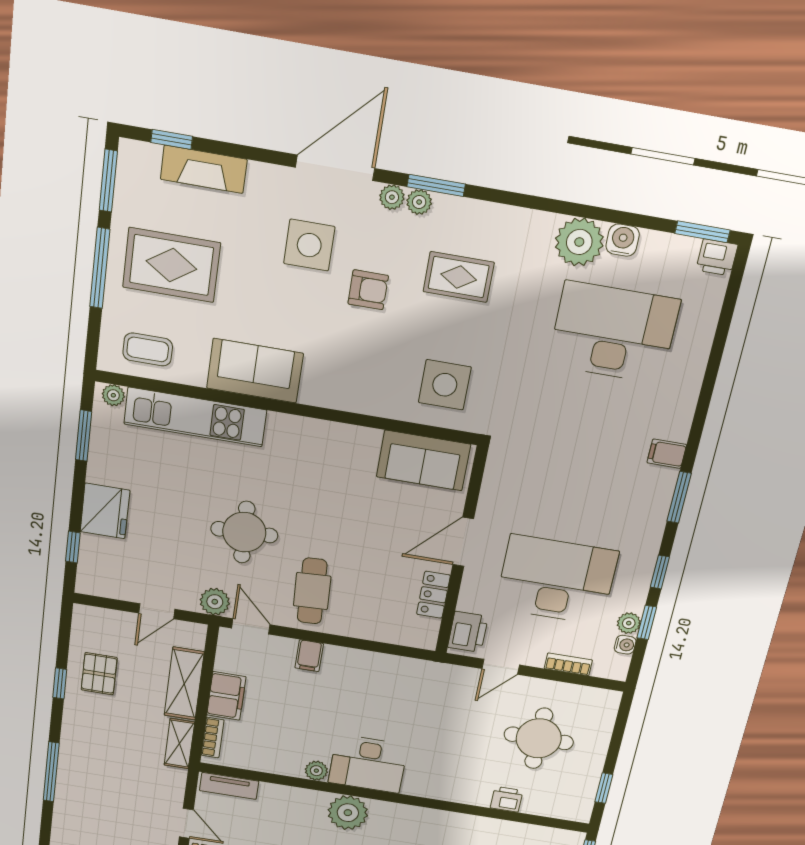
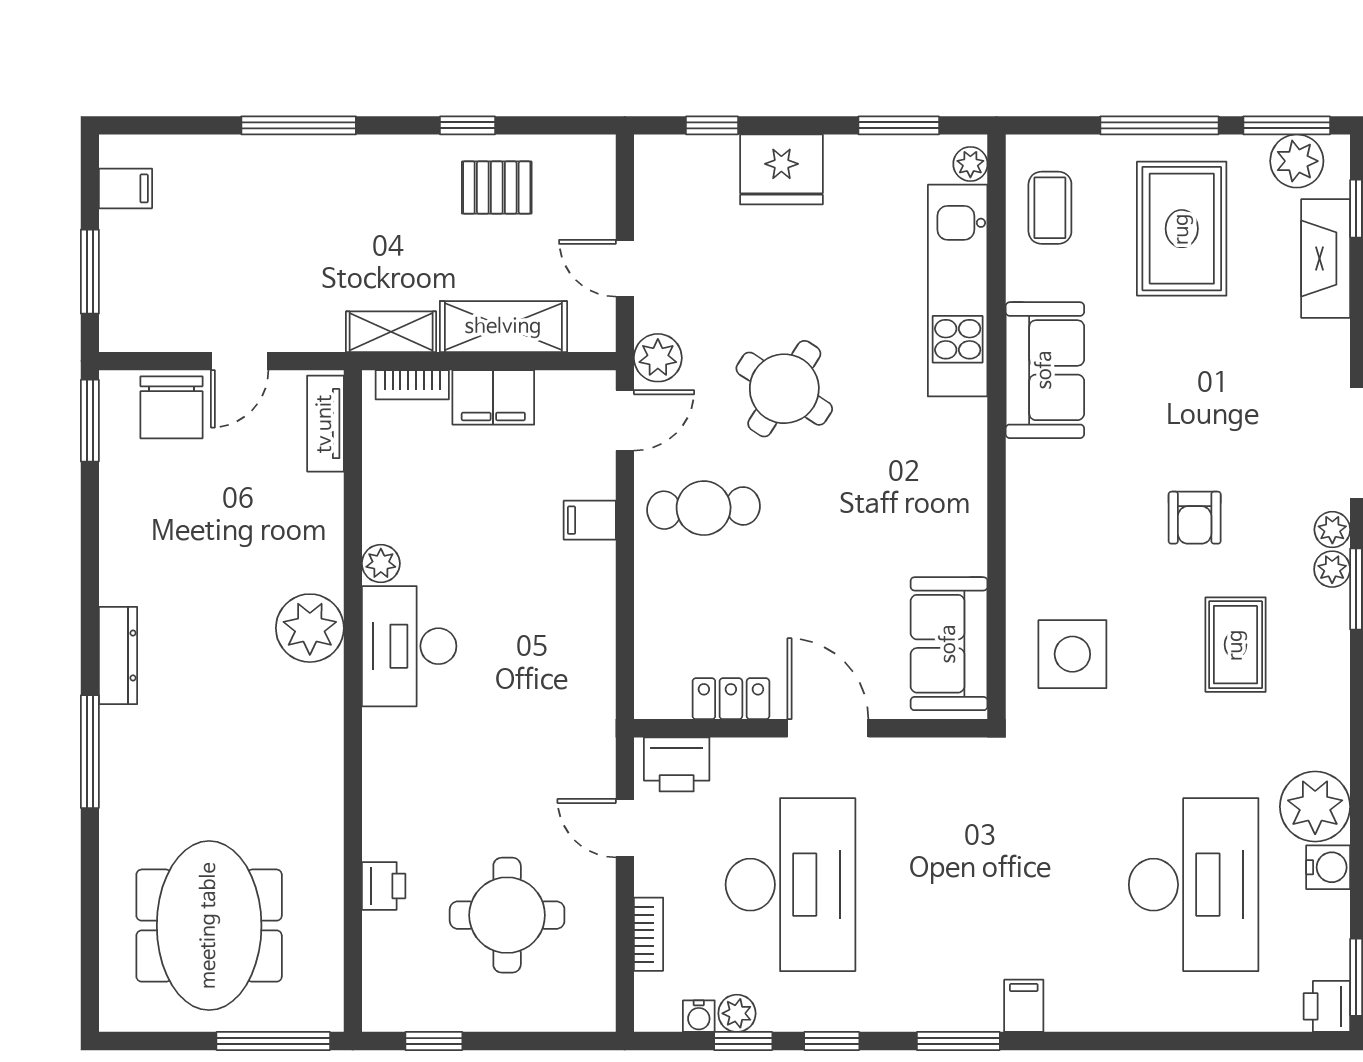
plant: (134, 178) -> (1297, 161), added
side table: (309, 245) -> (1245, 423), removed
round table: (244, 532) -> (784, 389), turned 35

